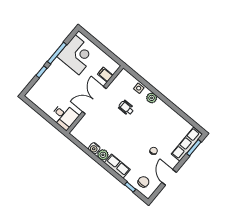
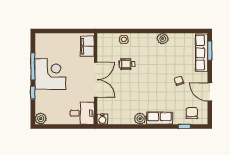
corner desk: (77, 55) -> (50, 74), moved
filing cabinet: (105, 75) -> (87, 46), width x2.00
plant: (31, 95) -> (41, 119), added
plant: (152, 98) -> (163, 39), moved
double door: (94, 100) -> (96, 80), swing flipped
water cooler: (94, 148) -> (102, 119), moved

